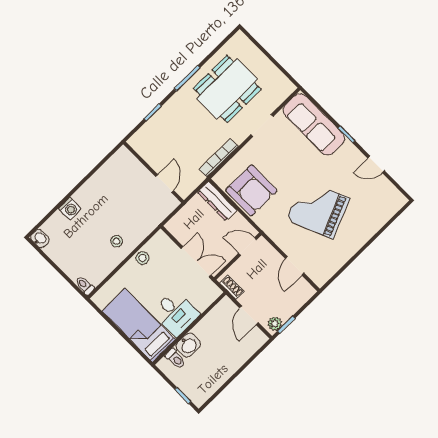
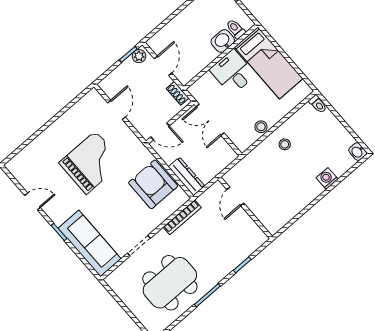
grand piano: (318, 209) -> (91, 163), turned -67

